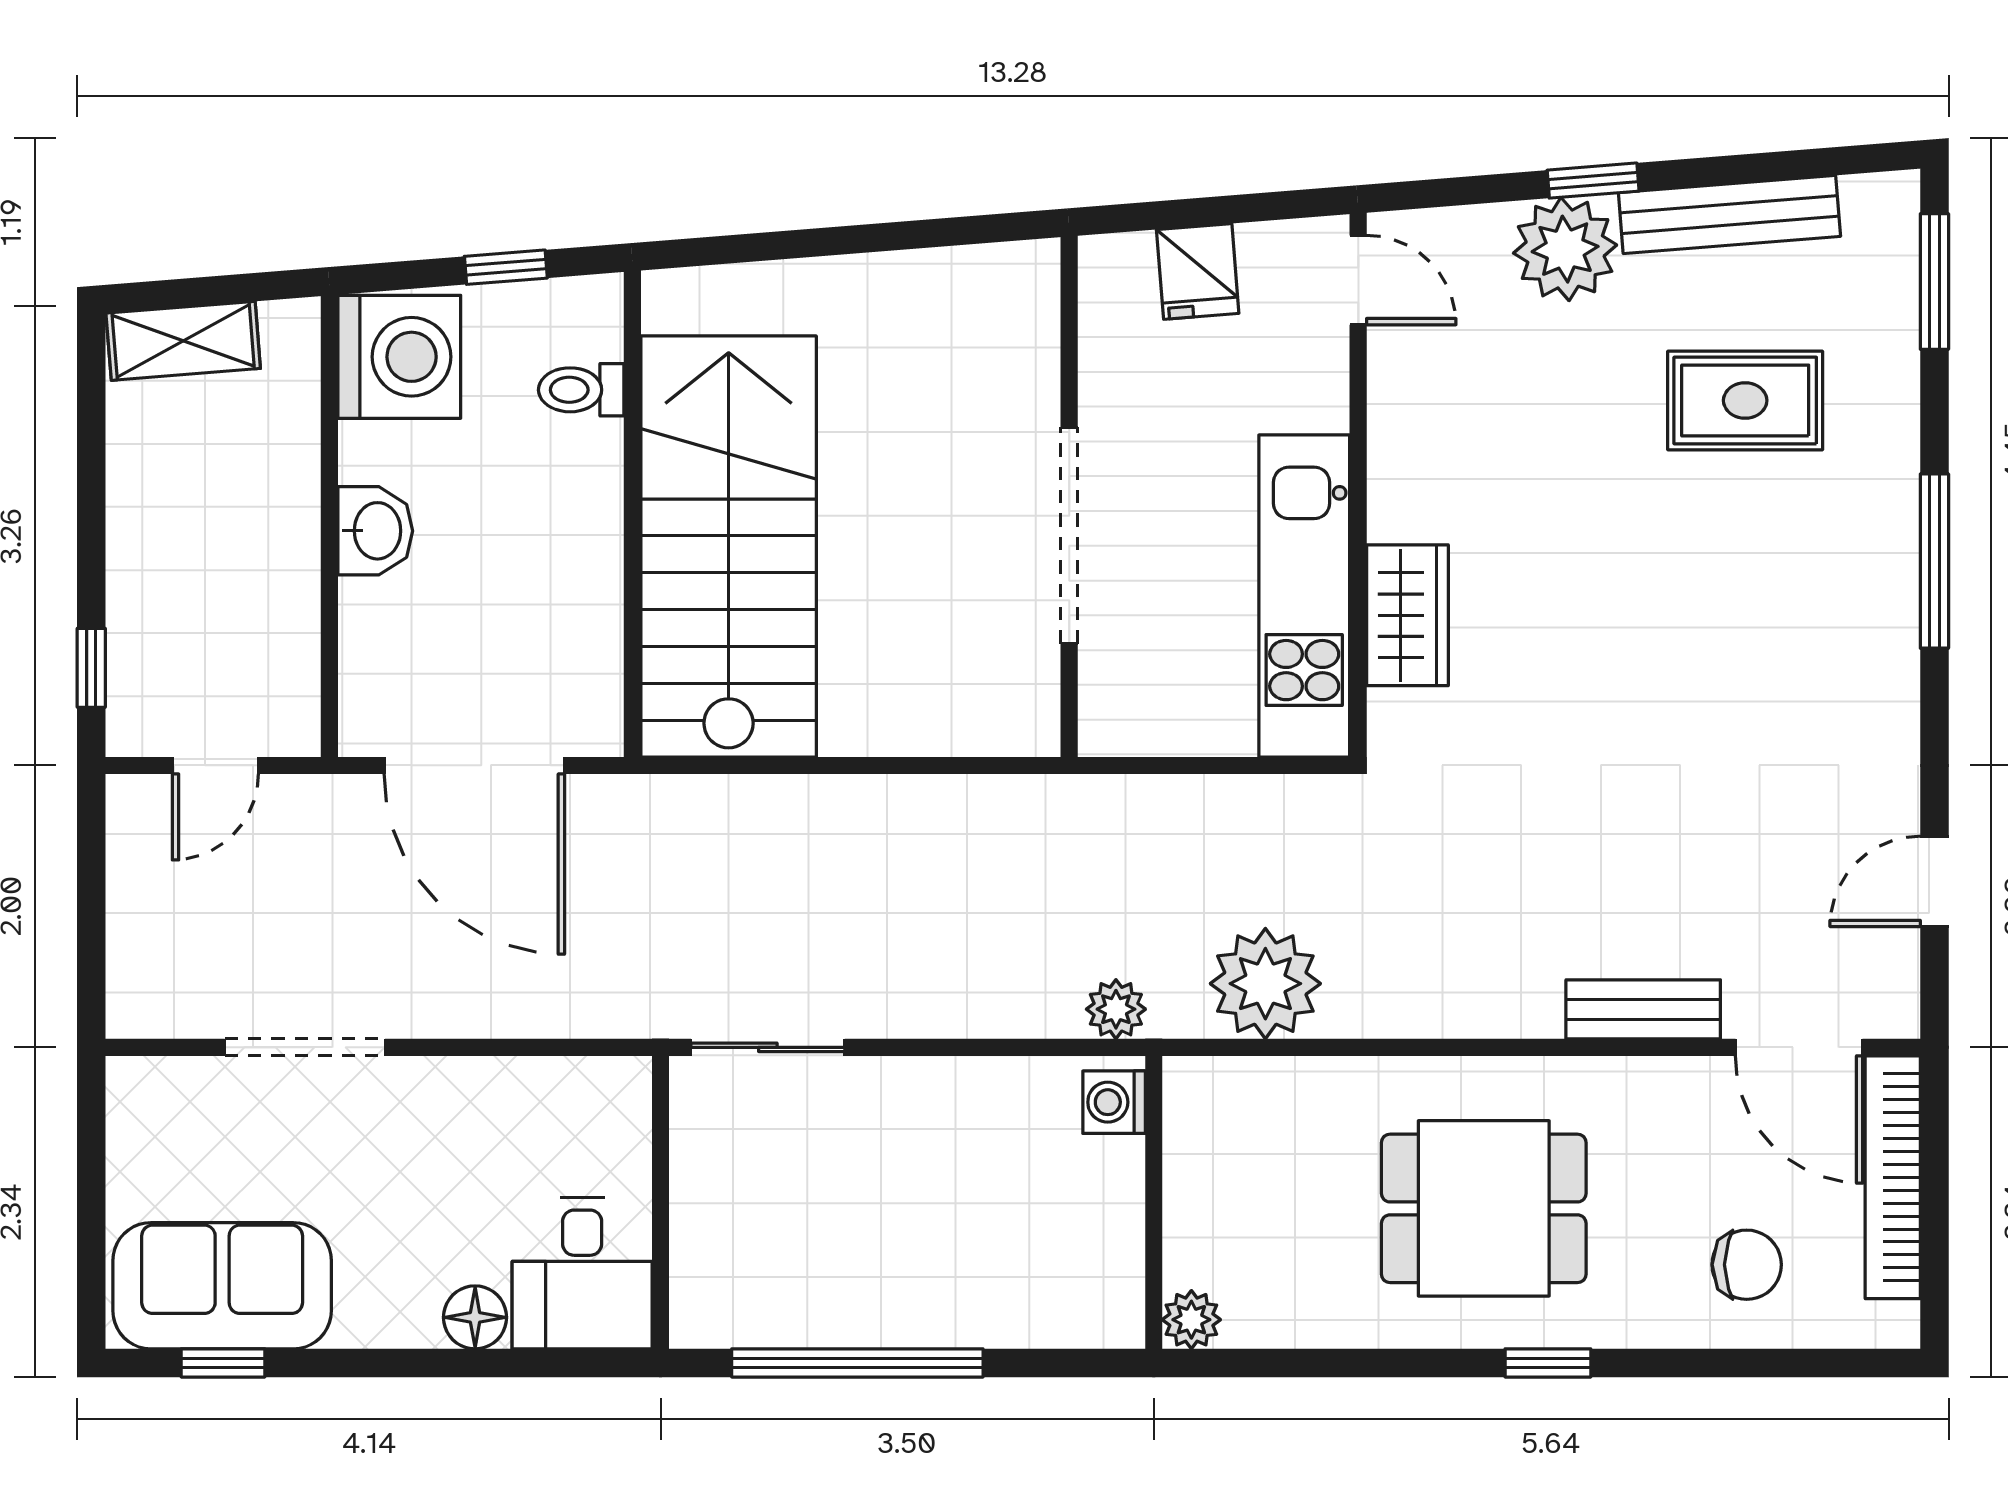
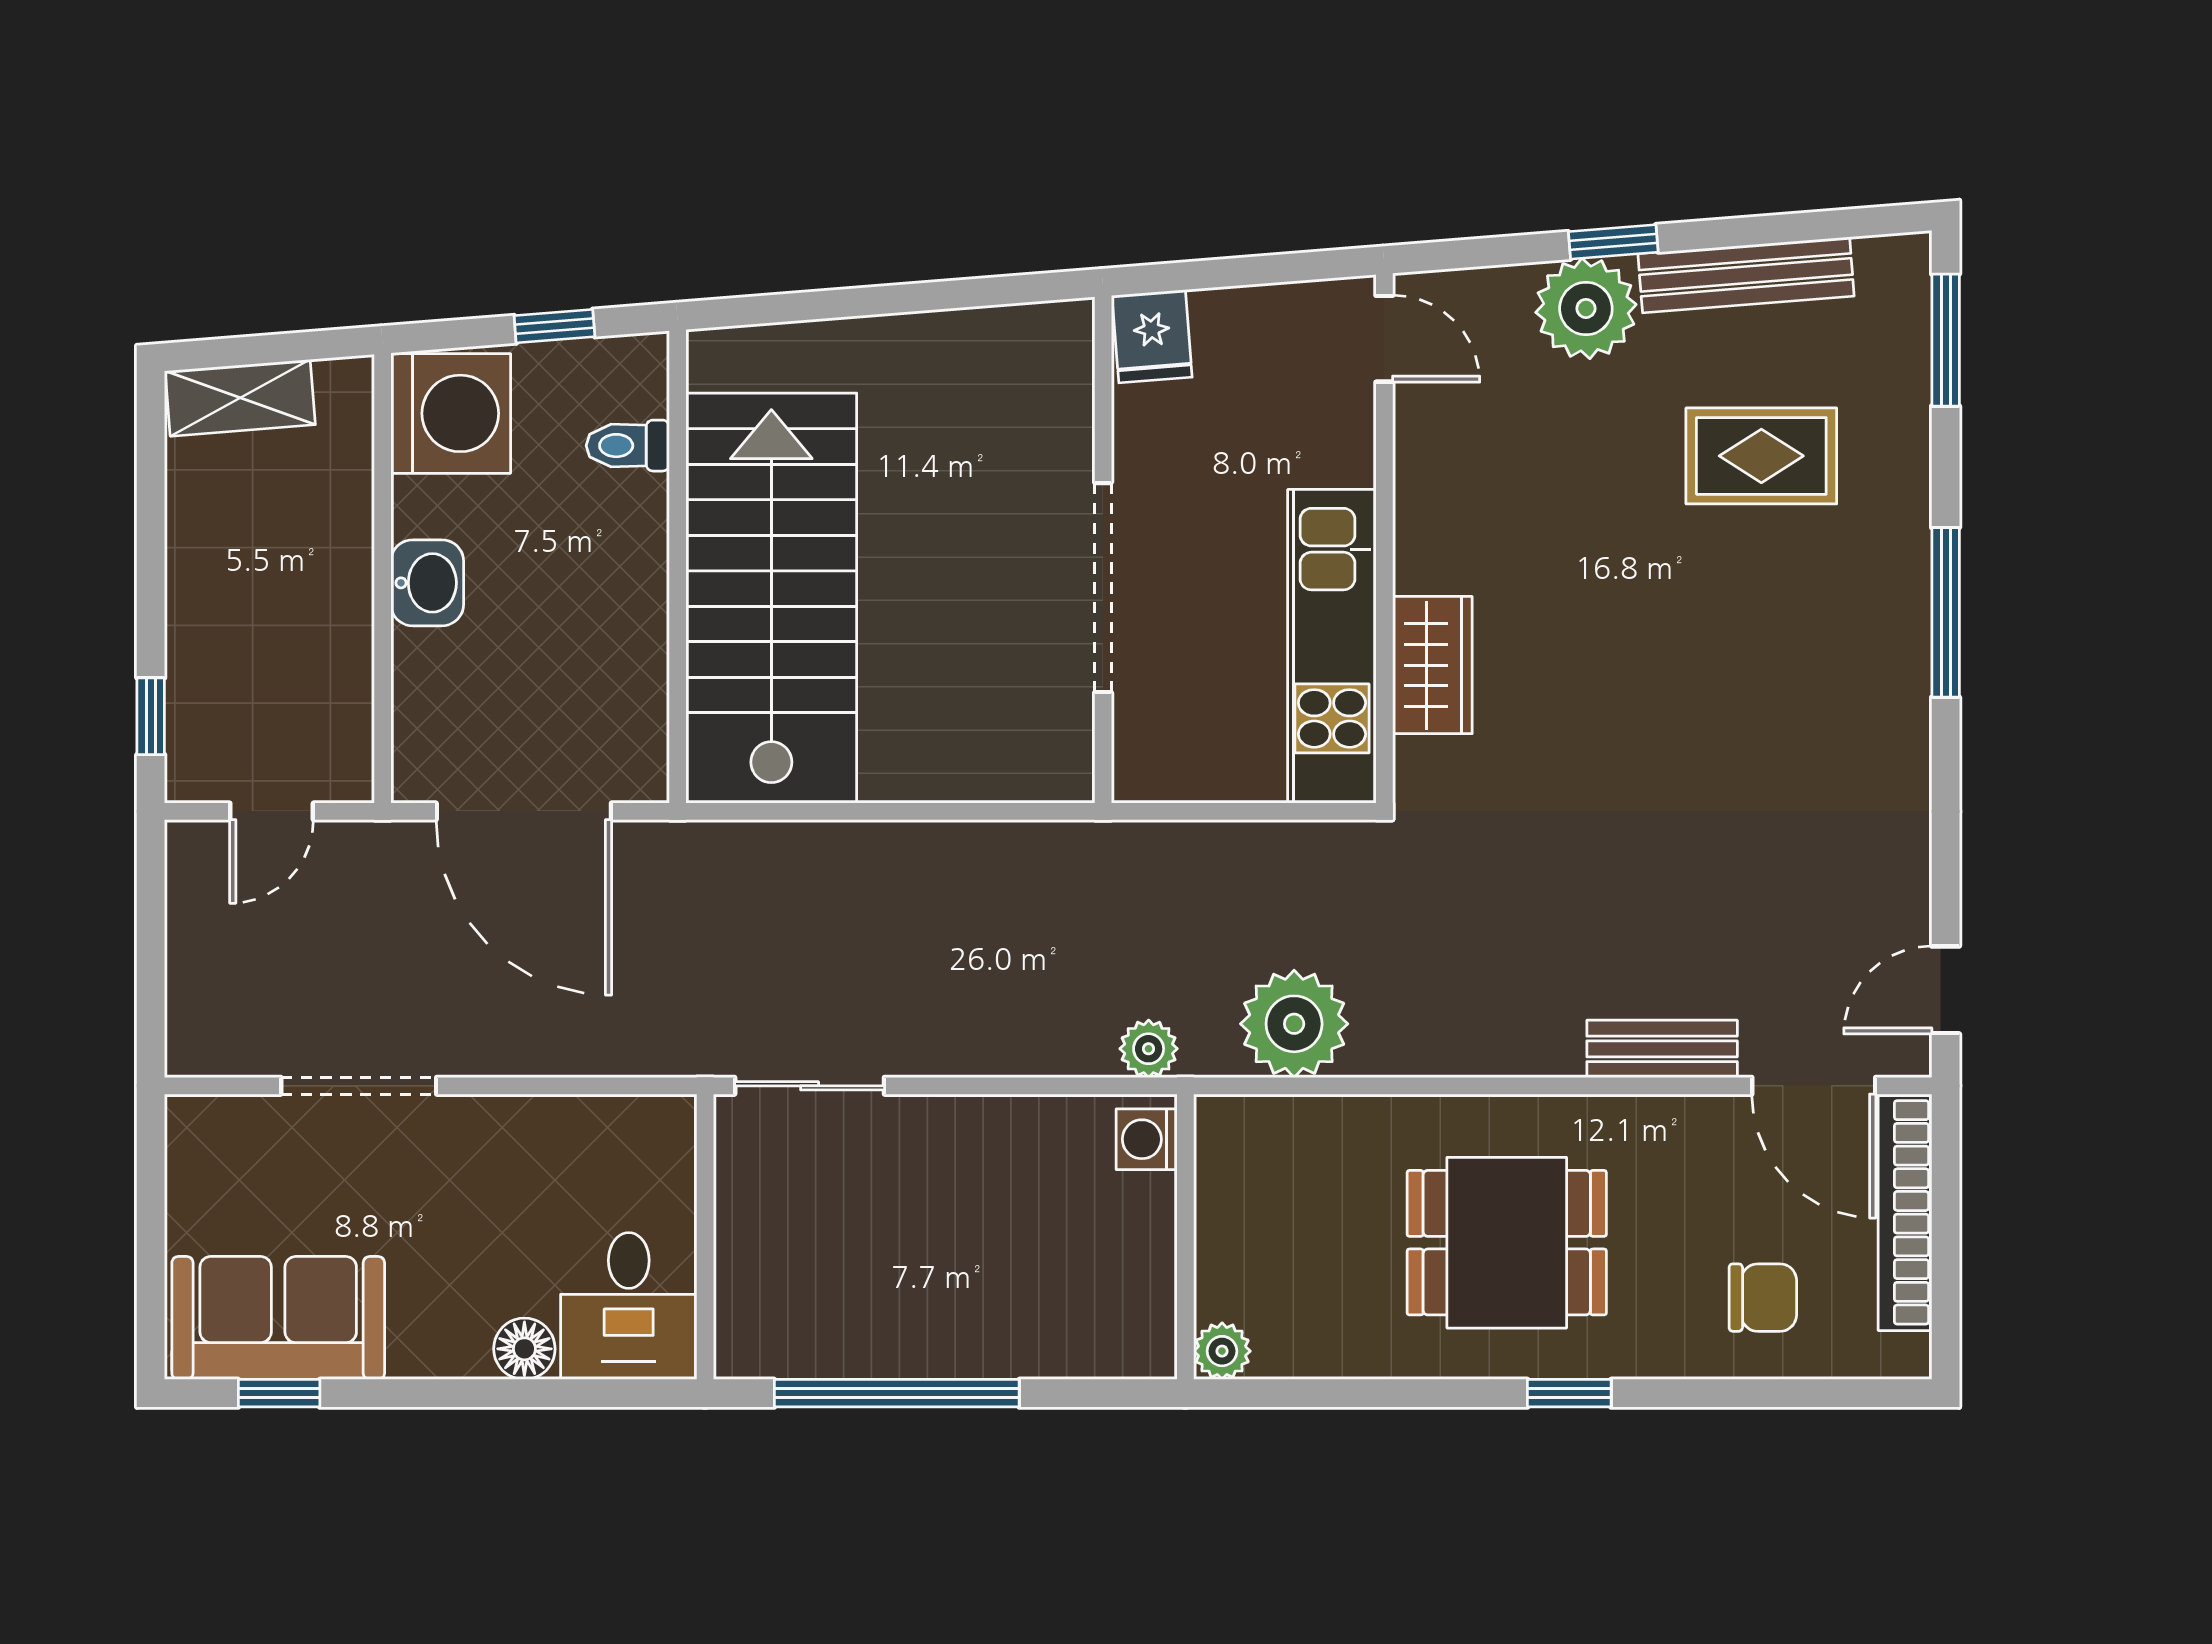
fridge: (1198, 271) -> (1152, 336), moved
door: (1934, 881) -> (1946, 990), moved

